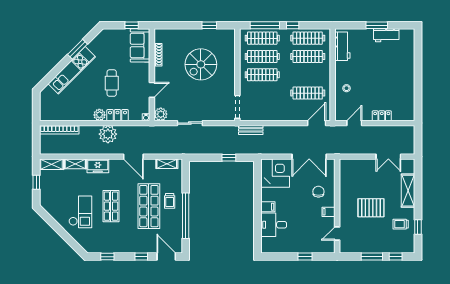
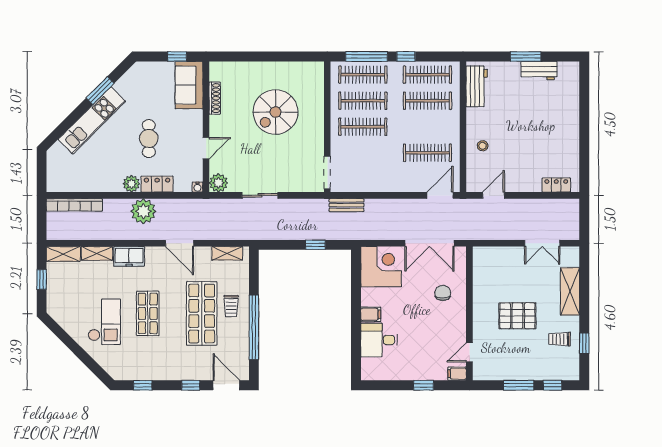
window: (209, 25) -> (288, 56), removed
locker: (382, 116) -> (556, 185), moved
filing cabinet: (329, 212) -> (457, 374), moved

